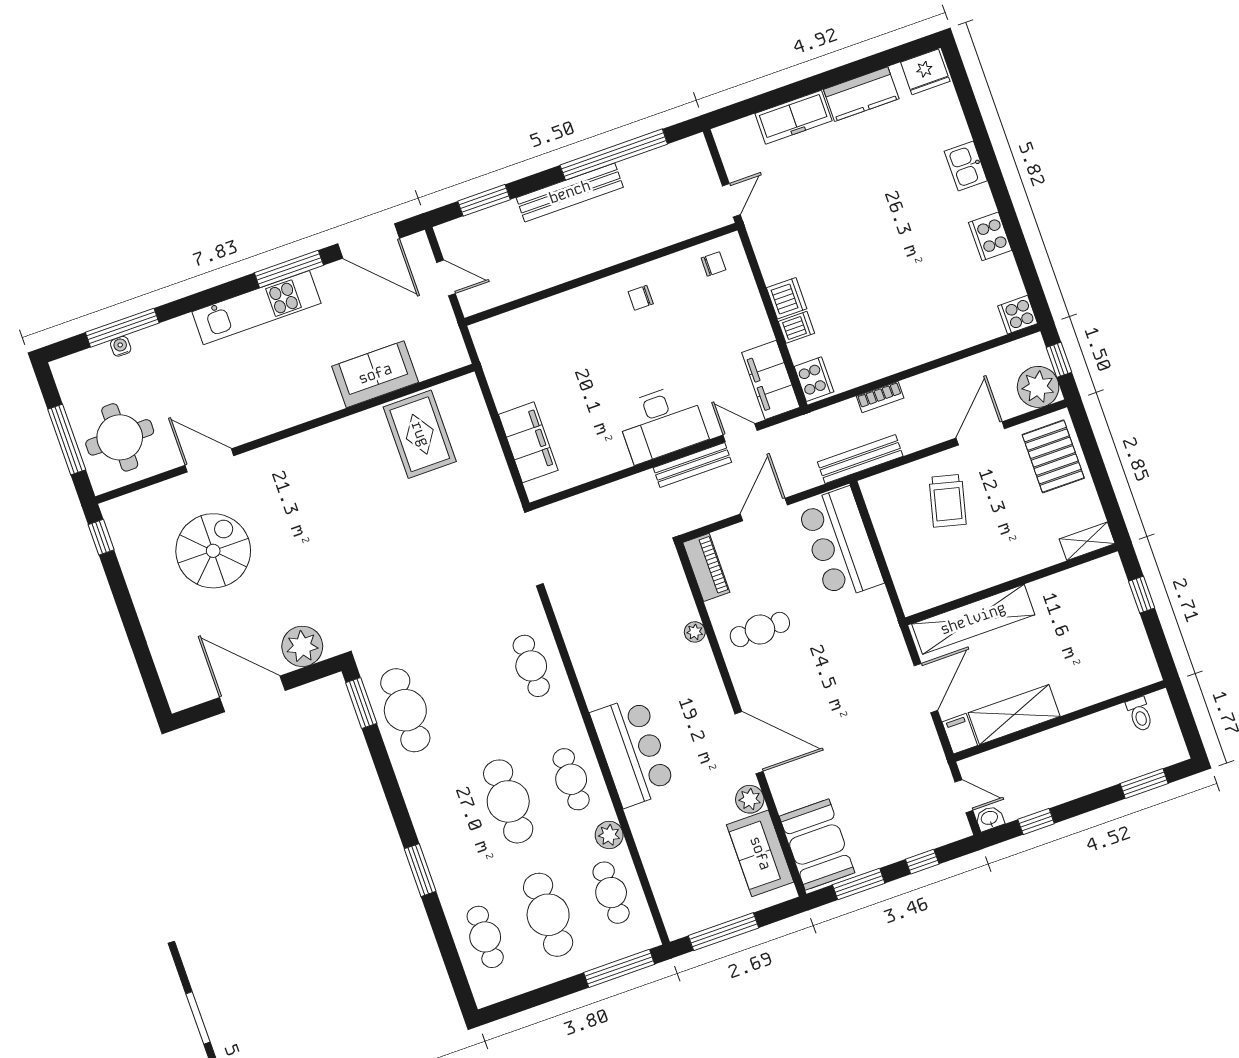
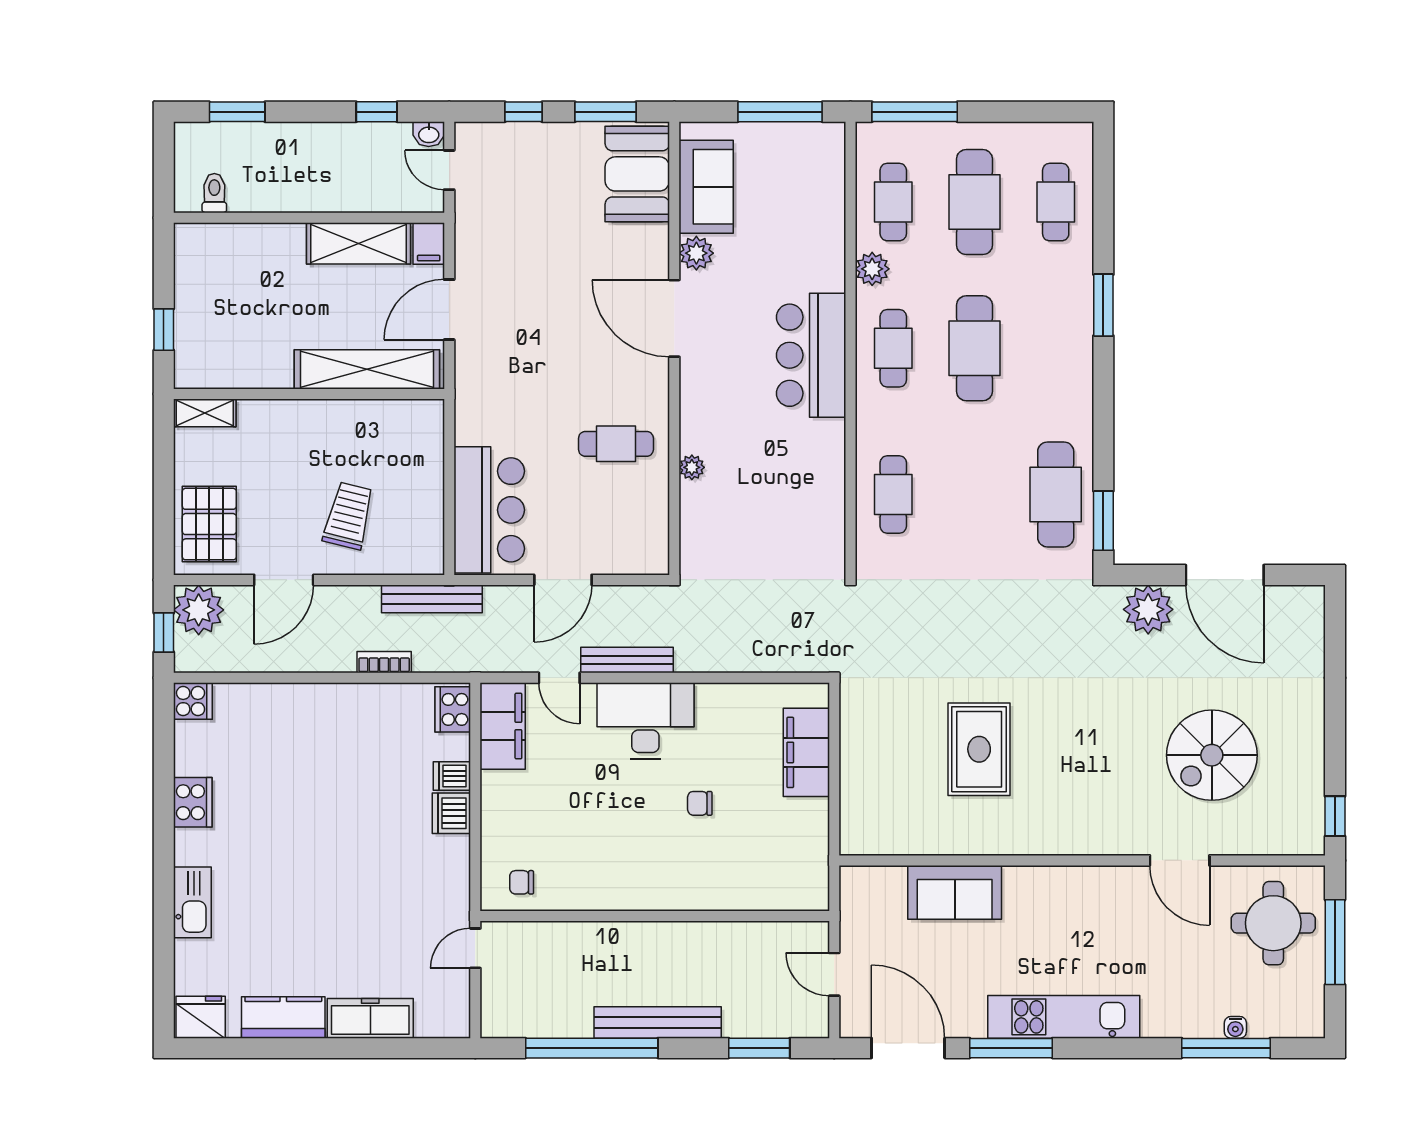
kitchen sink: (966, 166) -> (192, 902), width x1.38
chair: (641, 298) -> (700, 803), moved, turned 180
rug: (420, 434) -> (979, 749), moved
piano: (706, 567) -> (652, 537), removed

